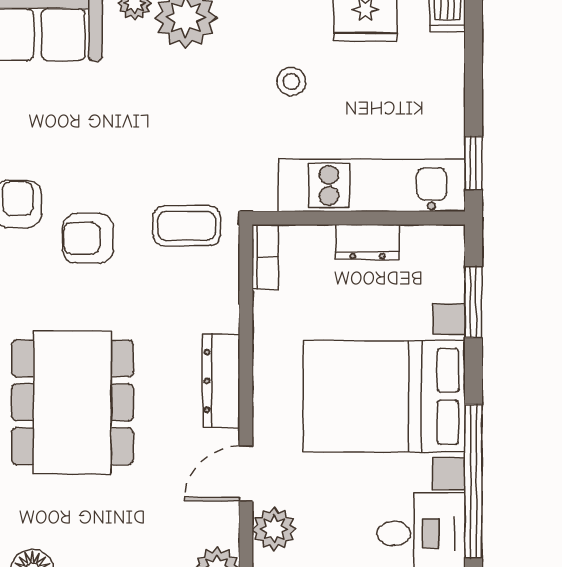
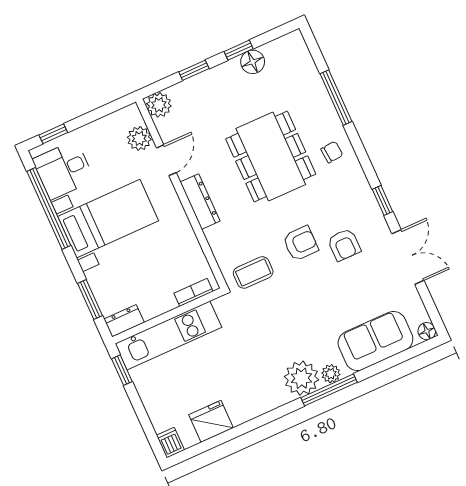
stool: (291, 82) -> (233, 370), removed
dresser: (368, 242) -> (124, 321), moved
bookcase: (265, 257) -> (193, 292), moved, turned 90
bed with nightstands: (384, 396) -> (108, 219), width x0.73

